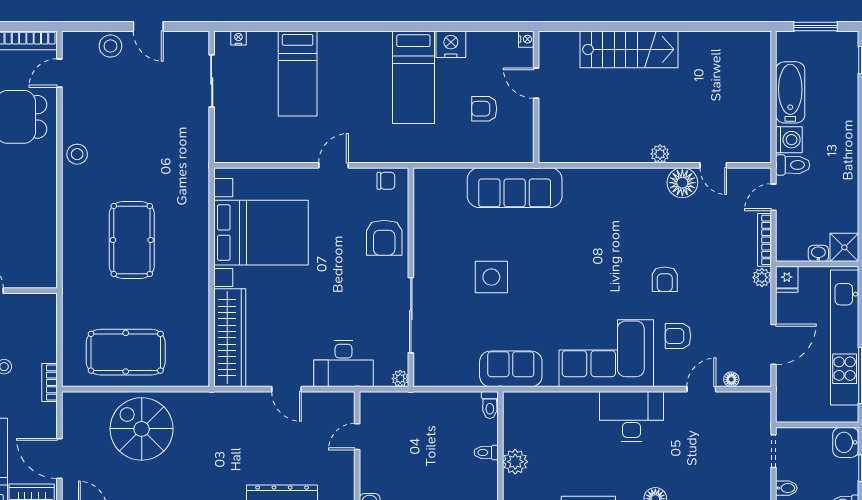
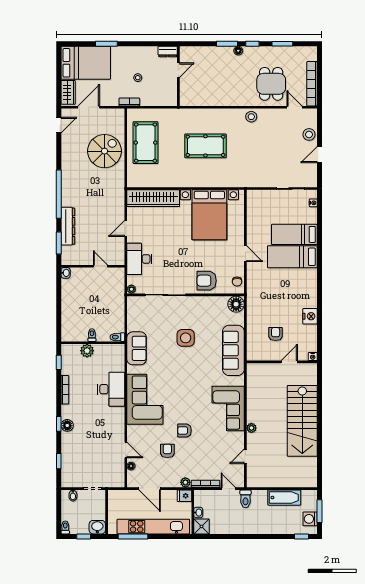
stairs: (629, 49) -> (302, 421), width x1.36, depth x1.51
bed: (413, 77) -> (292, 257), moved
washing machine: (789, 140) -> (310, 519), moved, turned 90
floor lamp: (682, 183) -> (236, 304), moved
corner sofa: (624, 197) -> (228, 409), added
armchair: (678, 336) -> (167, 451), moved
desk: (632, 416) -> (111, 389), moved

